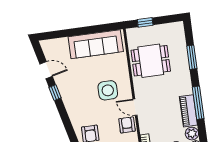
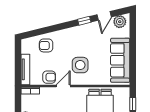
plant: (50, 51) -> (120, 22), added

